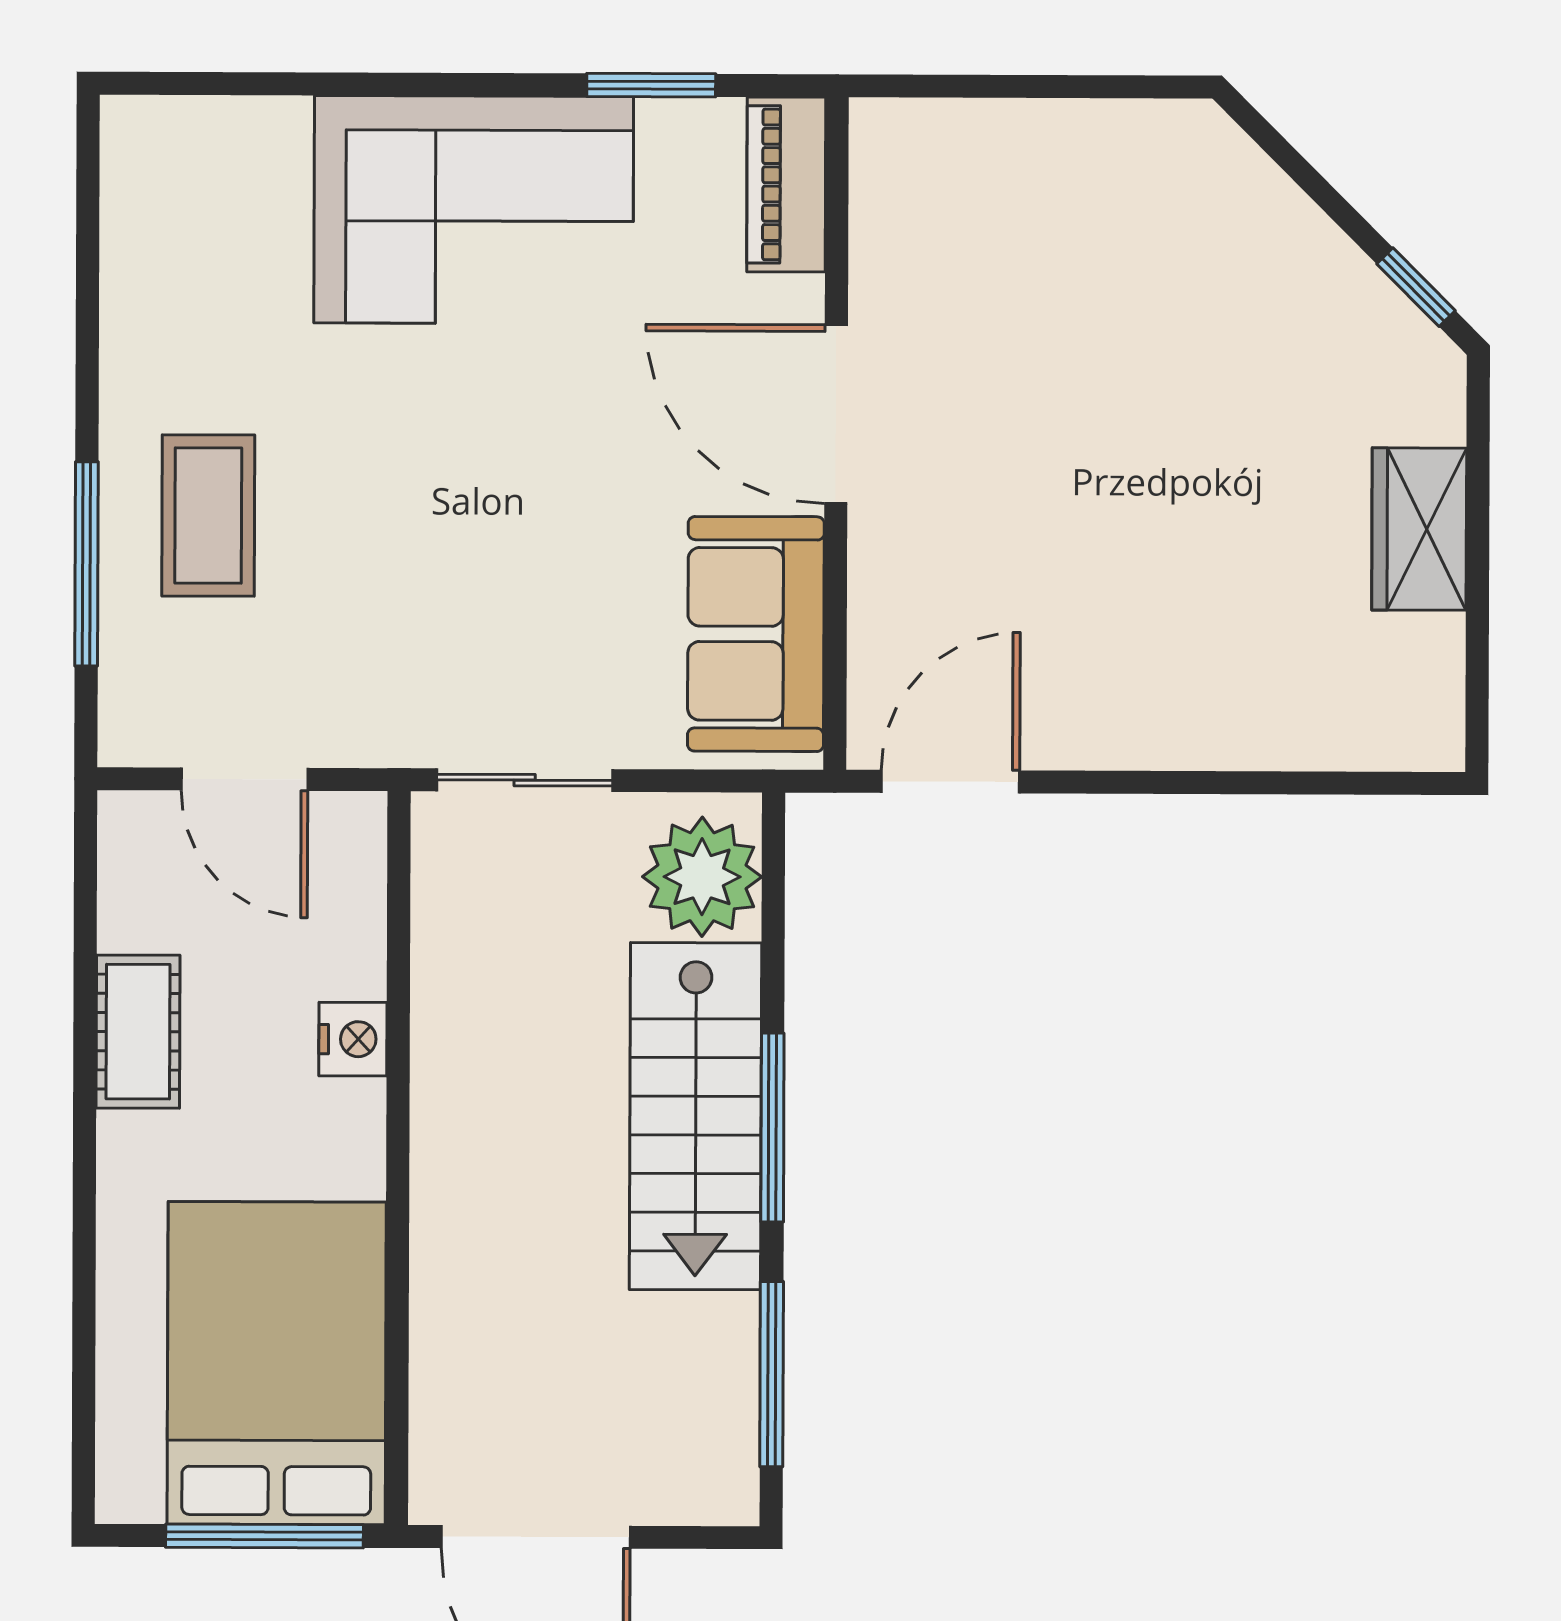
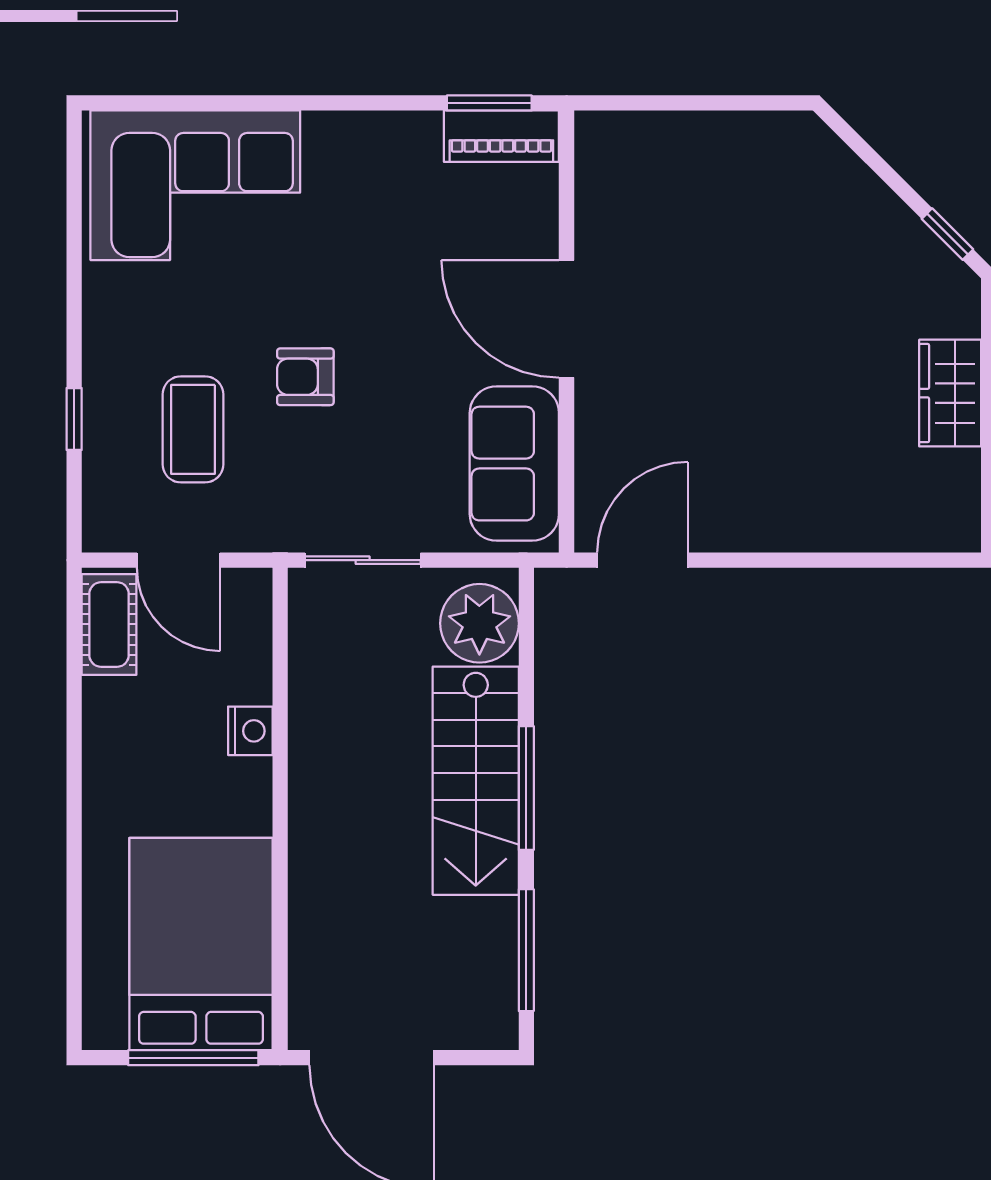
window: (651, 85) -> (489, 103), moved
piano: (786, 184) -> (501, 136), moved, turned -90
corner sofa: (474, 210) -> (195, 185), moved
armchair: (439, 501) -> (305, 377), added
coffee table: (208, 515) -> (193, 429), moved
window: (86, 564) -> (74, 419), width x0.46
cot: (138, 1032) -> (109, 624), moved

